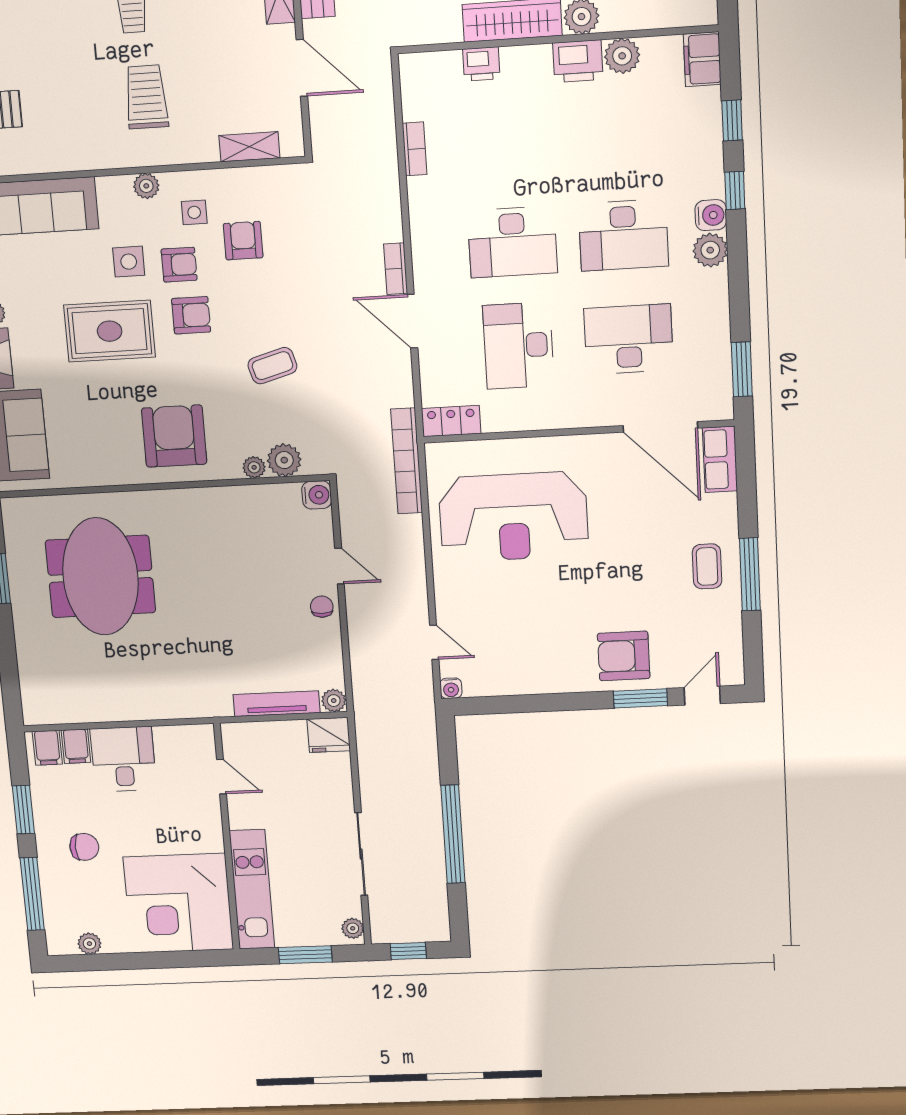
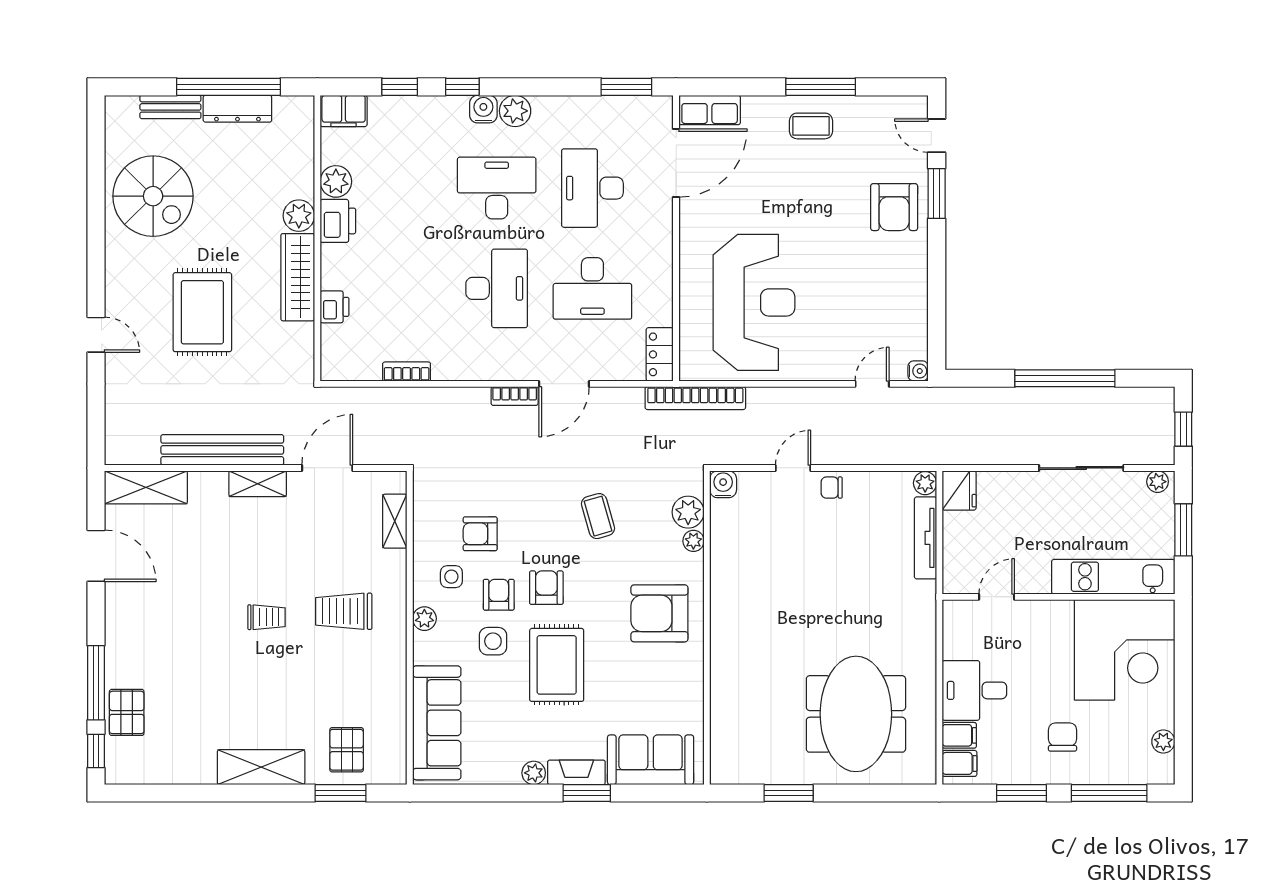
desk: (623, 235) -> (497, 188), turned -90
meeting table: (100, 576) -> (856, 714), moved, turned 90

